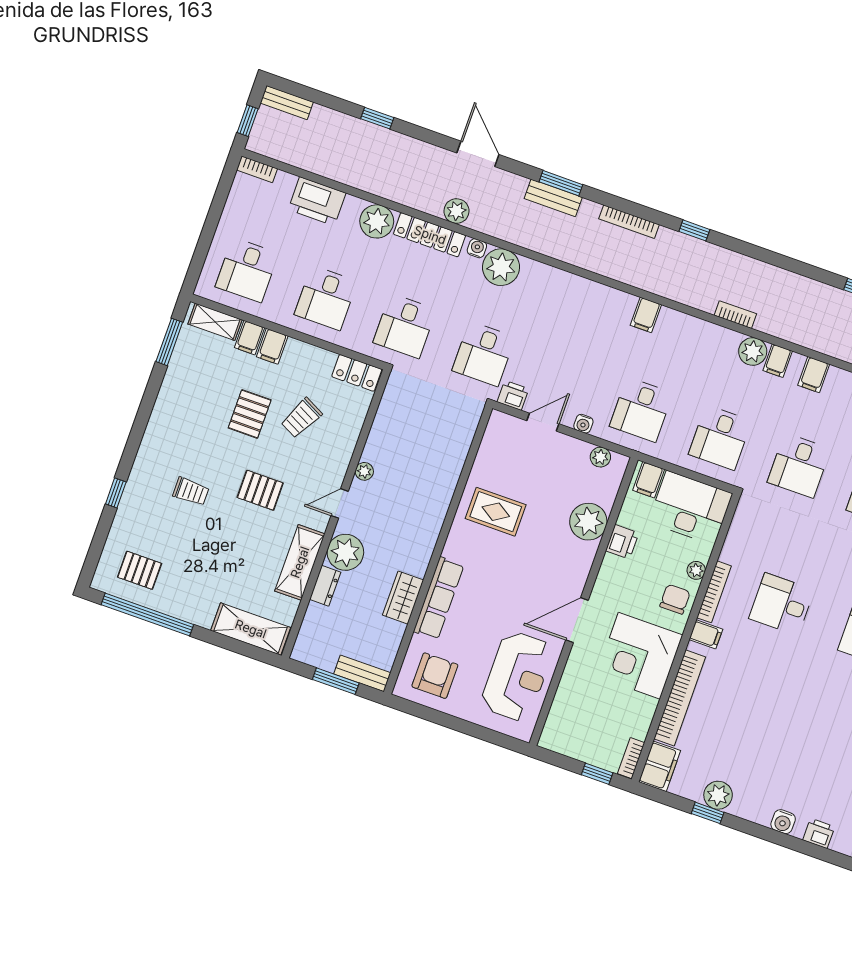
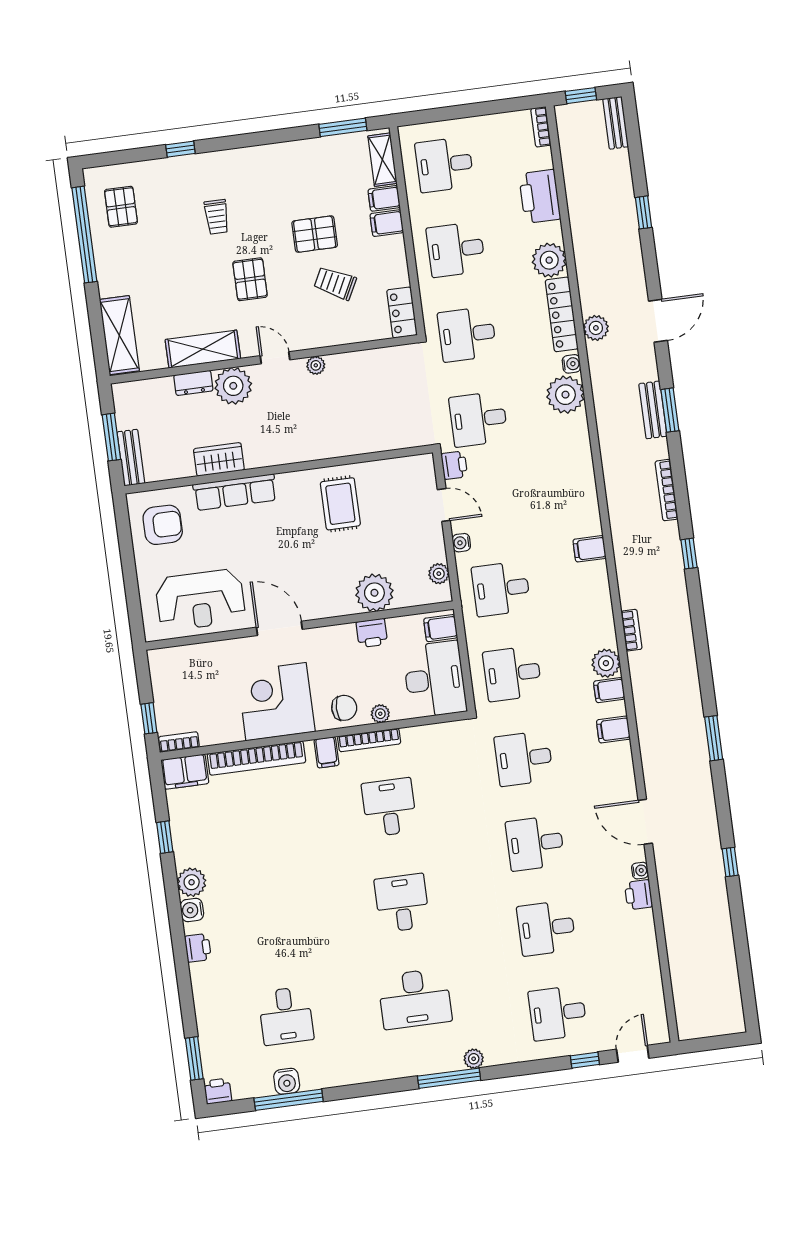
plant: (718, 795) -> (192, 882), moved

